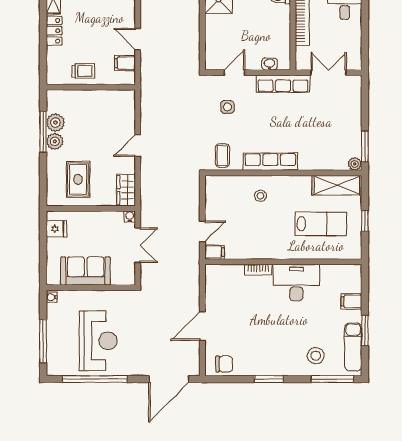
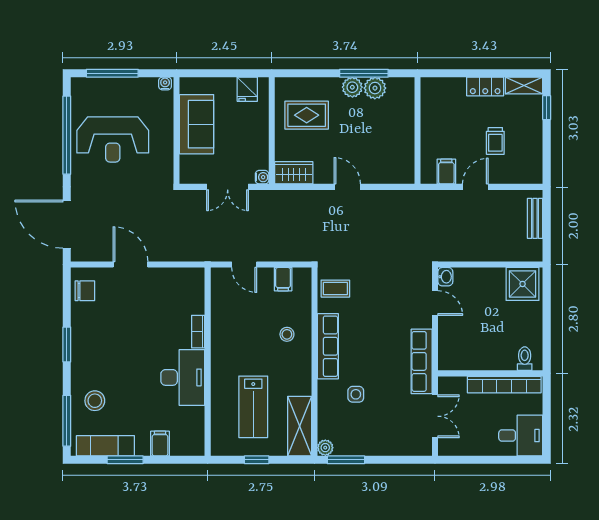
washbasin: (269, 64) -> (445, 277), moved
trolley: (83, 71) -> (495, 141), moved
side table: (227, 107) -> (356, 394), moved
filing cabinet: (215, 252) -> (283, 279), moved
chair: (224, 364) -> (85, 291), turned -90

